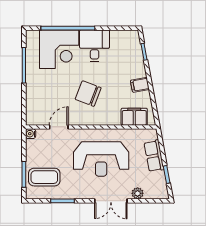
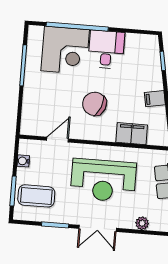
filing cabinet: (134, 117) -> (132, 134), moved
water cooler: (31, 134) -> (23, 161), moved
double door: (111, 201) -> (98, 228), moved

